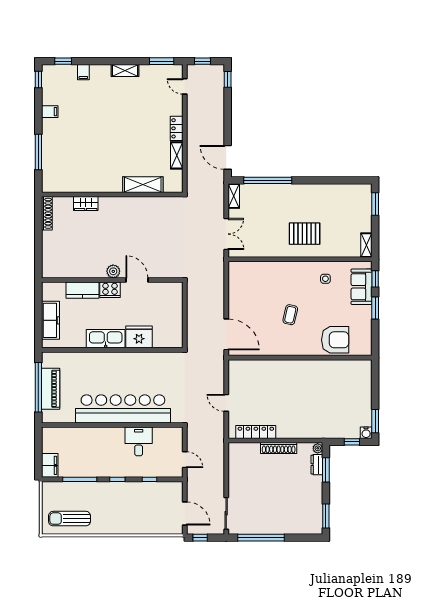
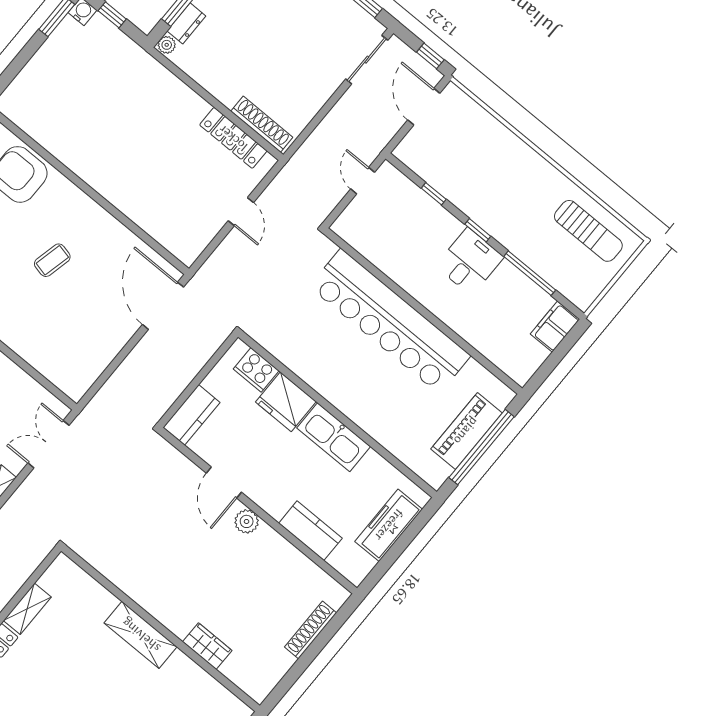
shelving: (143, 185) -> (141, 635), moved
shoe rack: (47, 213) -> (311, 630), moved
cooker: (110, 290) -> (256, 370), moved, turned 180
kitchen counter: (175, 298) -> (191, 415), added
desk: (139, 441) -> (470, 262), moved, turned 180
shoe rack: (279, 448) -> (262, 124), moved

